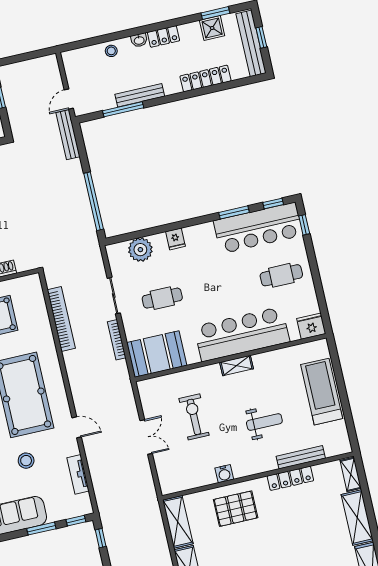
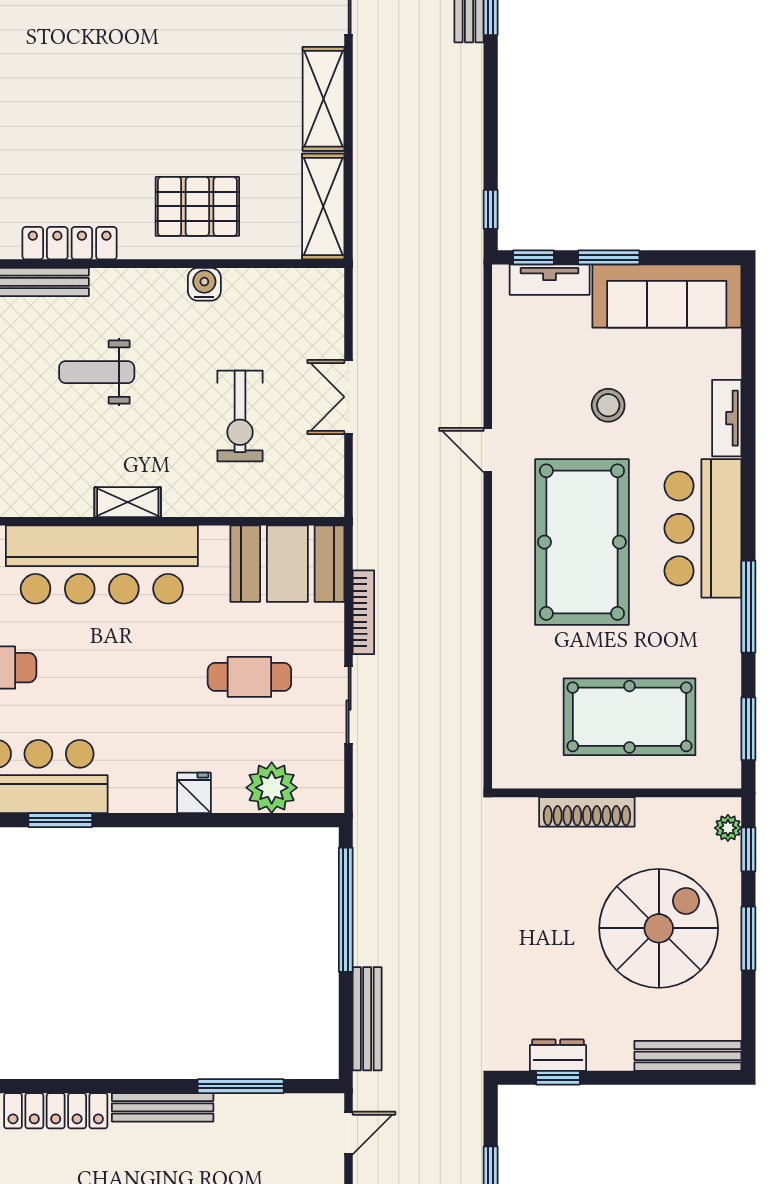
bench: (140, 95) -> (163, 1107), moved
bench: (68, 135) -> (367, 1019), moved
bookcase: (61, 319) -> (468, 681), removed
tv unit: (78, 474) -> (550, 280), moved, turned 90

